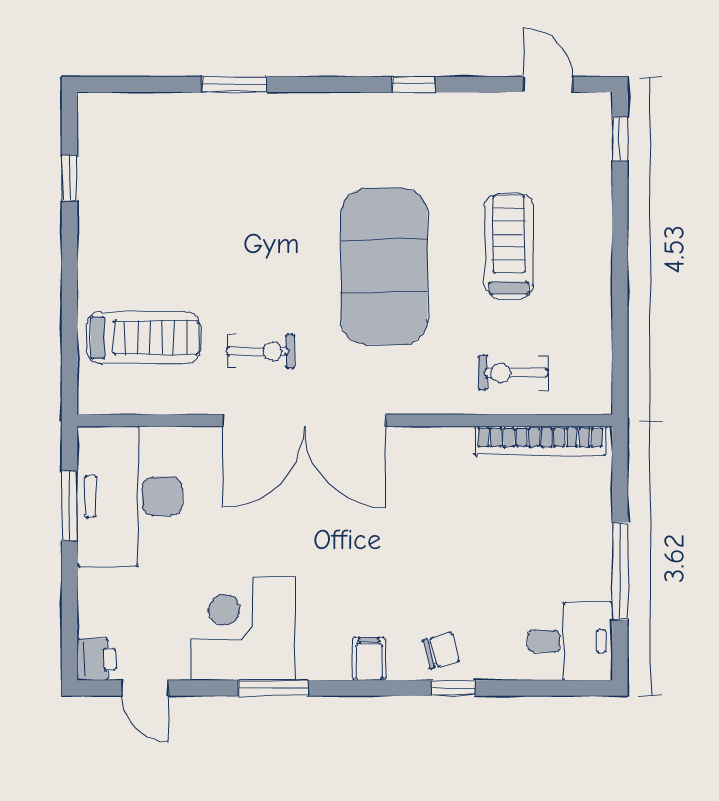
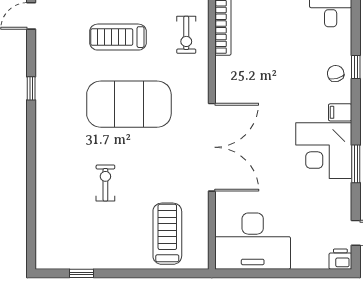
window: (235, 84) -> (31, 185), removed
exercise bike: (261, 351) -> (105, 183), moved
window: (69, 506) -> (258, 273), removed
corner desk: (243, 628) -> (324, 151), moved

